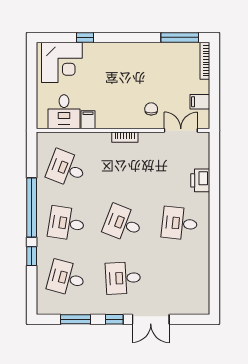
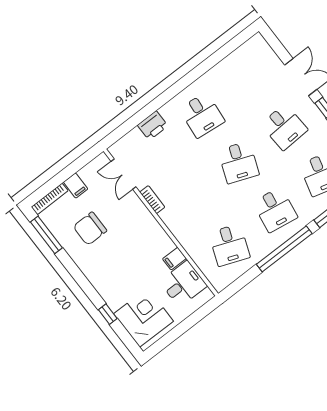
filing cabinet: (200, 102) -> (76, 186), moved
chair: (151, 109) -> (90, 229), moved, width x1.87, depth x1.87
bookcase: (125, 137) -> (152, 200), moved

